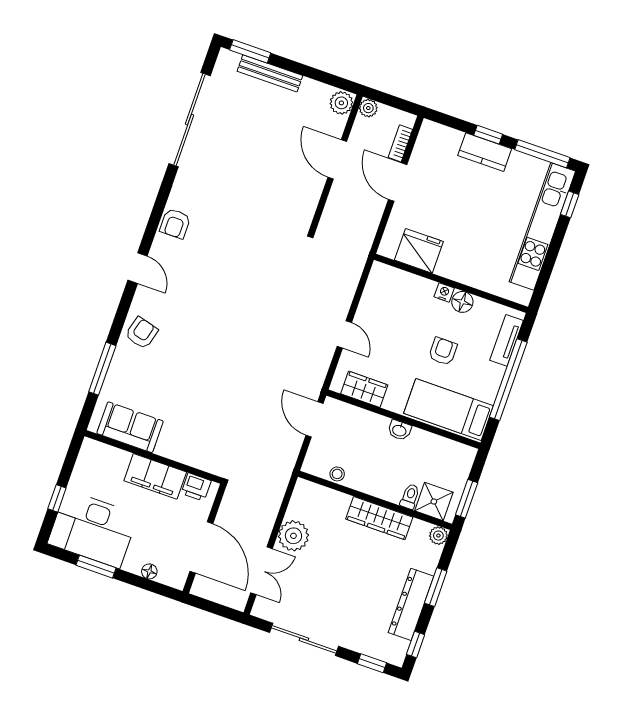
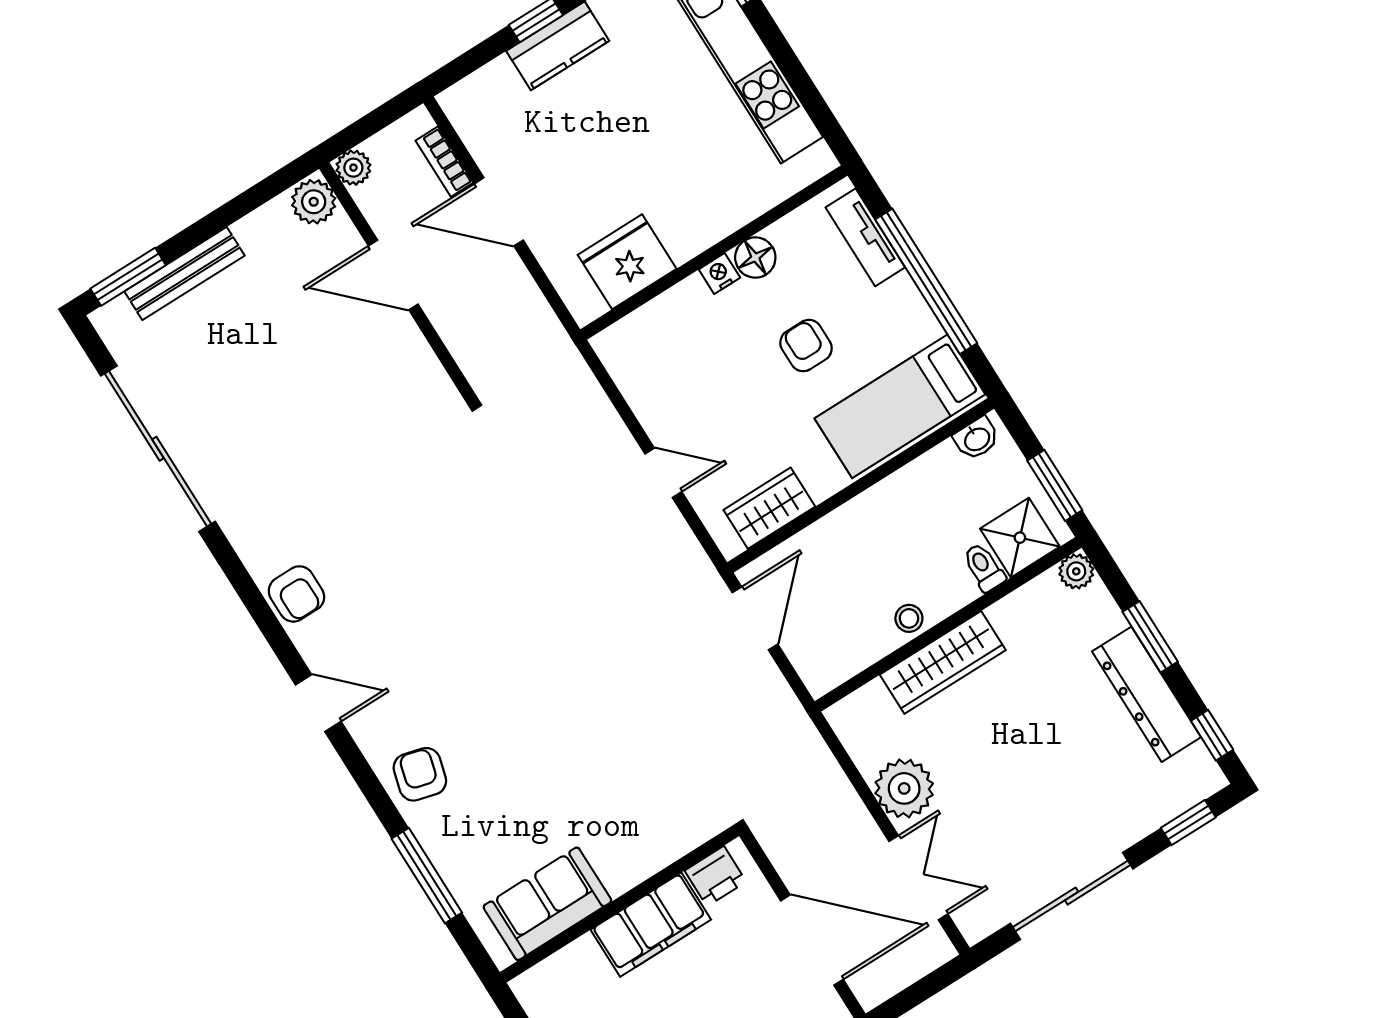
door: (315, 419) -> (755, 618), swing flipped
washbasin: (399, 430) -> (977, 439), moved
stool: (337, 474) -> (909, 618), moved
wardrobe: (379, 518) -> (943, 662), moved

